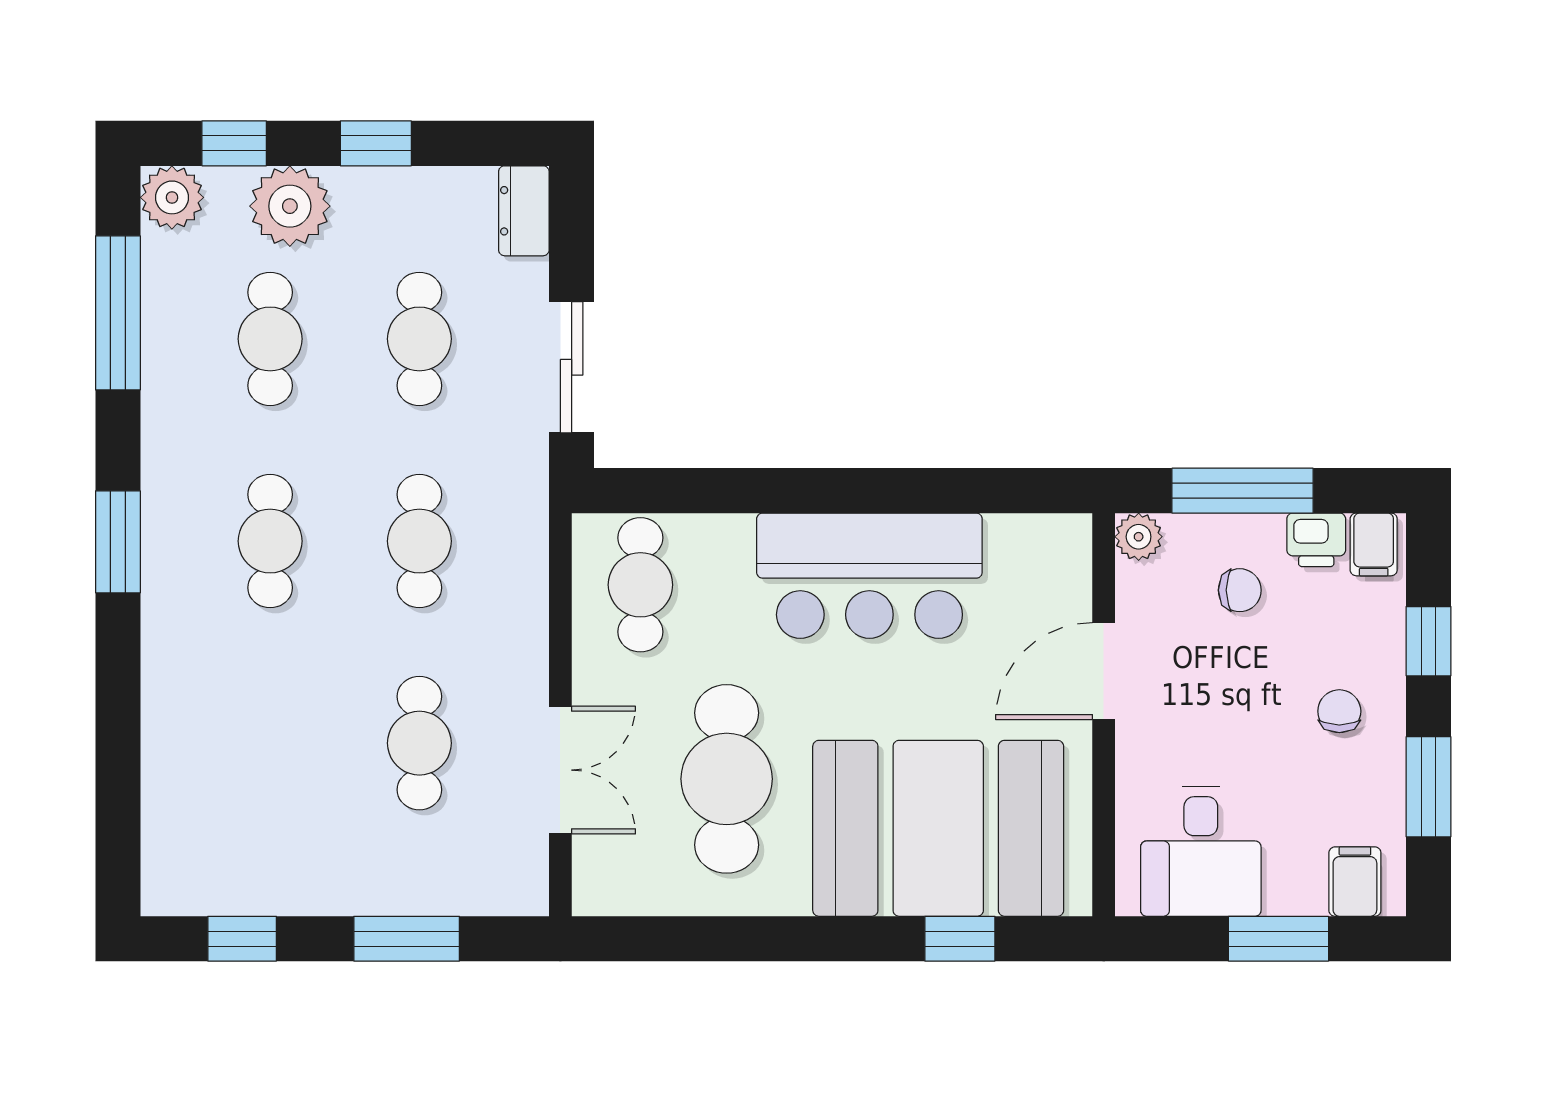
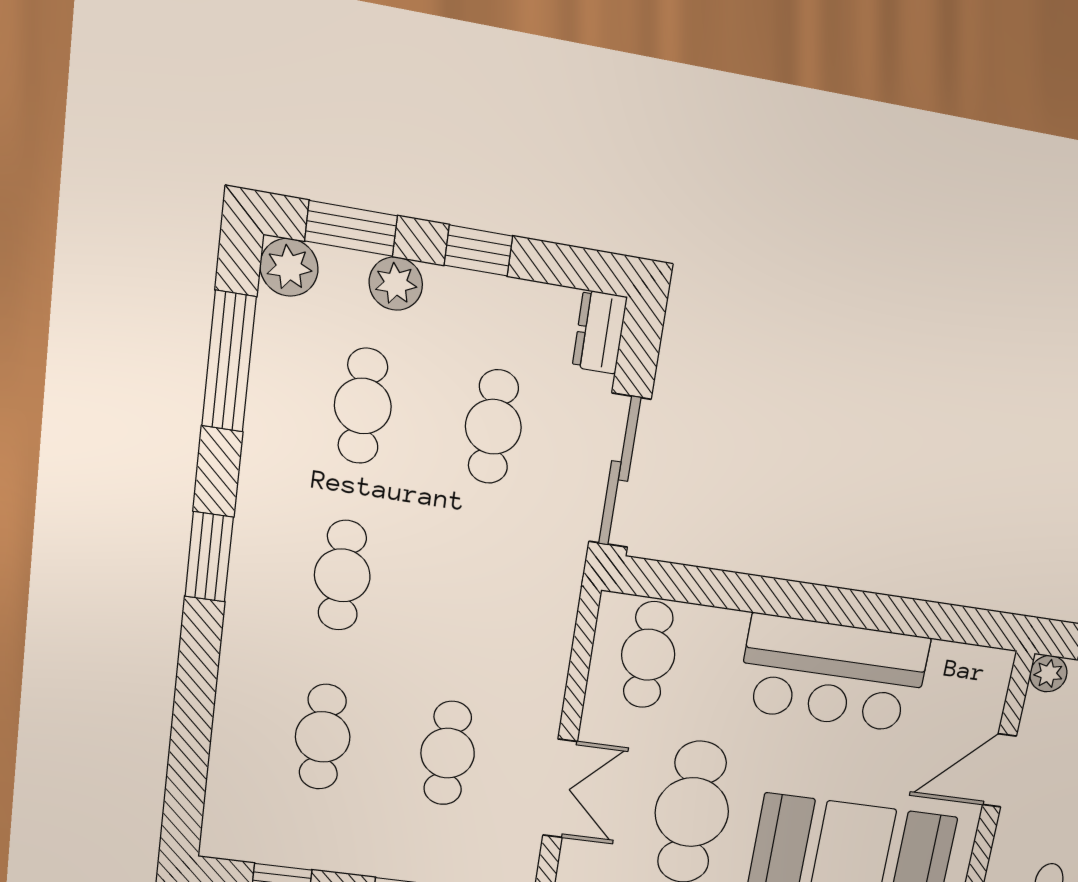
window: (234, 143) -> (351, 228), width x1.50
plant: (290, 206) -> (396, 284), width x0.73, depth x0.73
sliding door: (572, 367) -> (620, 471), width x1.37
cafe table: (419, 541) -> (323, 737), moved

